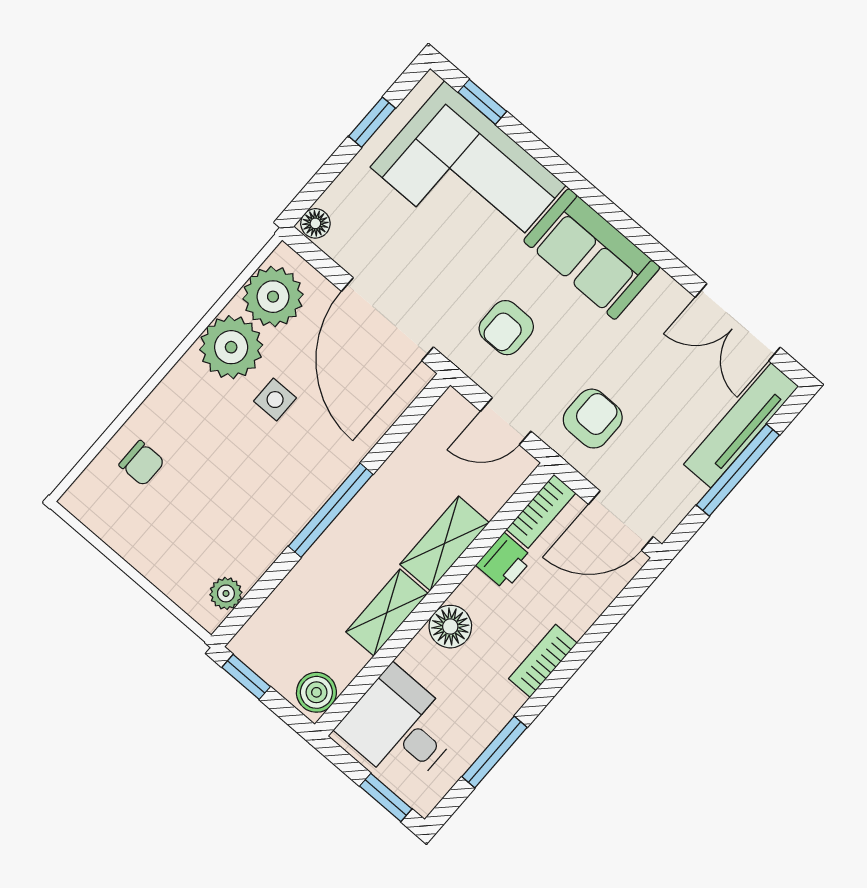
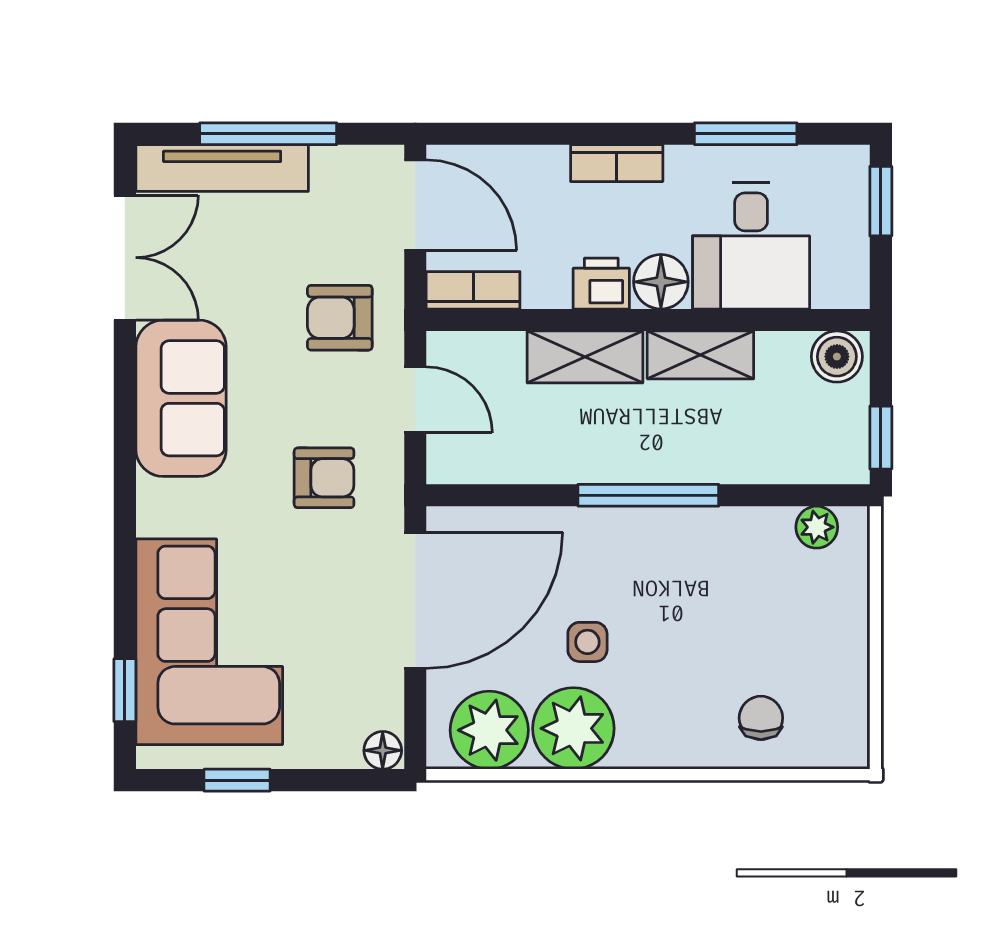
sofa: (592, 254) -> (181, 398), moved
printer: (505, 562) -> (601, 284), moved
desk: (400, 728) -> (751, 246), moved

